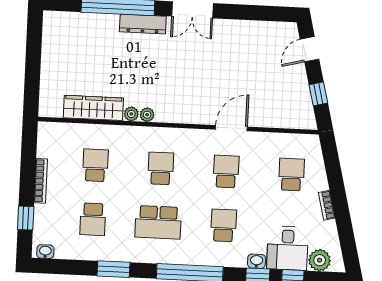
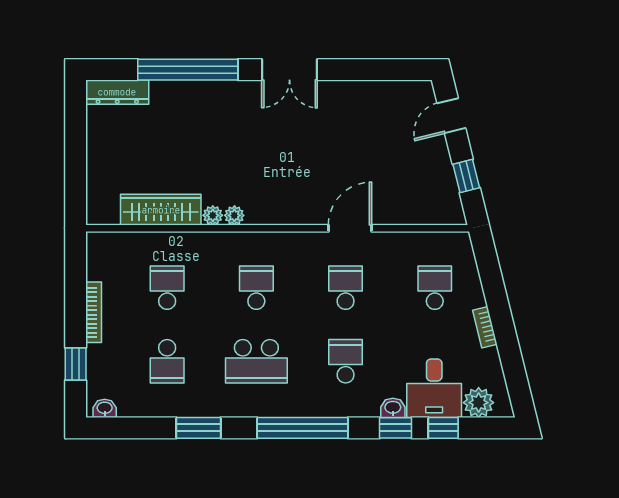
dresser: (143, 24) -> (117, 92), moved

